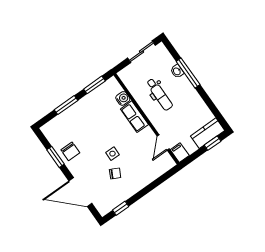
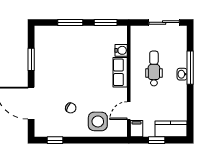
washbasin: (177, 71) -> (182, 74), moved
dental chair: (160, 94) -> (154, 69), turned 180
window: (213, 143) -> (157, 140), moved
chair: (70, 151) -> (47, 63), removed
side table: (112, 154) -> (98, 121), moved, width x1.87, depth x1.87

